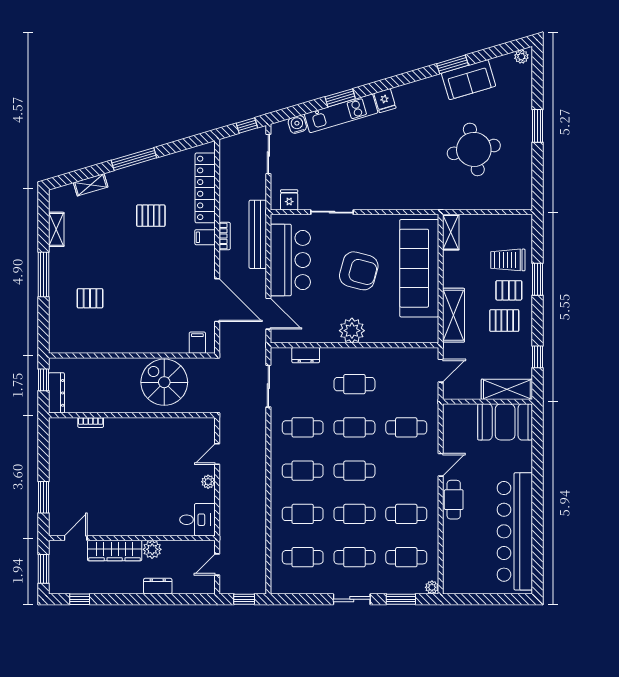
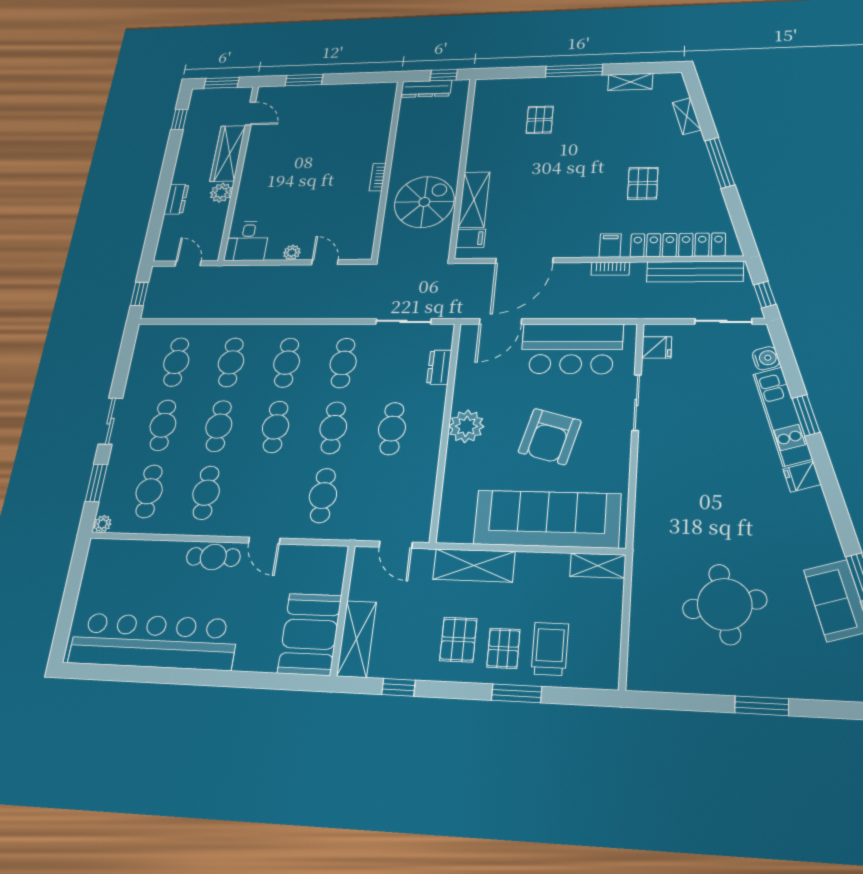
bench: (258, 234) -> (695, 272), moved
shelving: (163, 343) -> (474, 200), added
bookcase: (91, 422) -> (378, 177), moved

